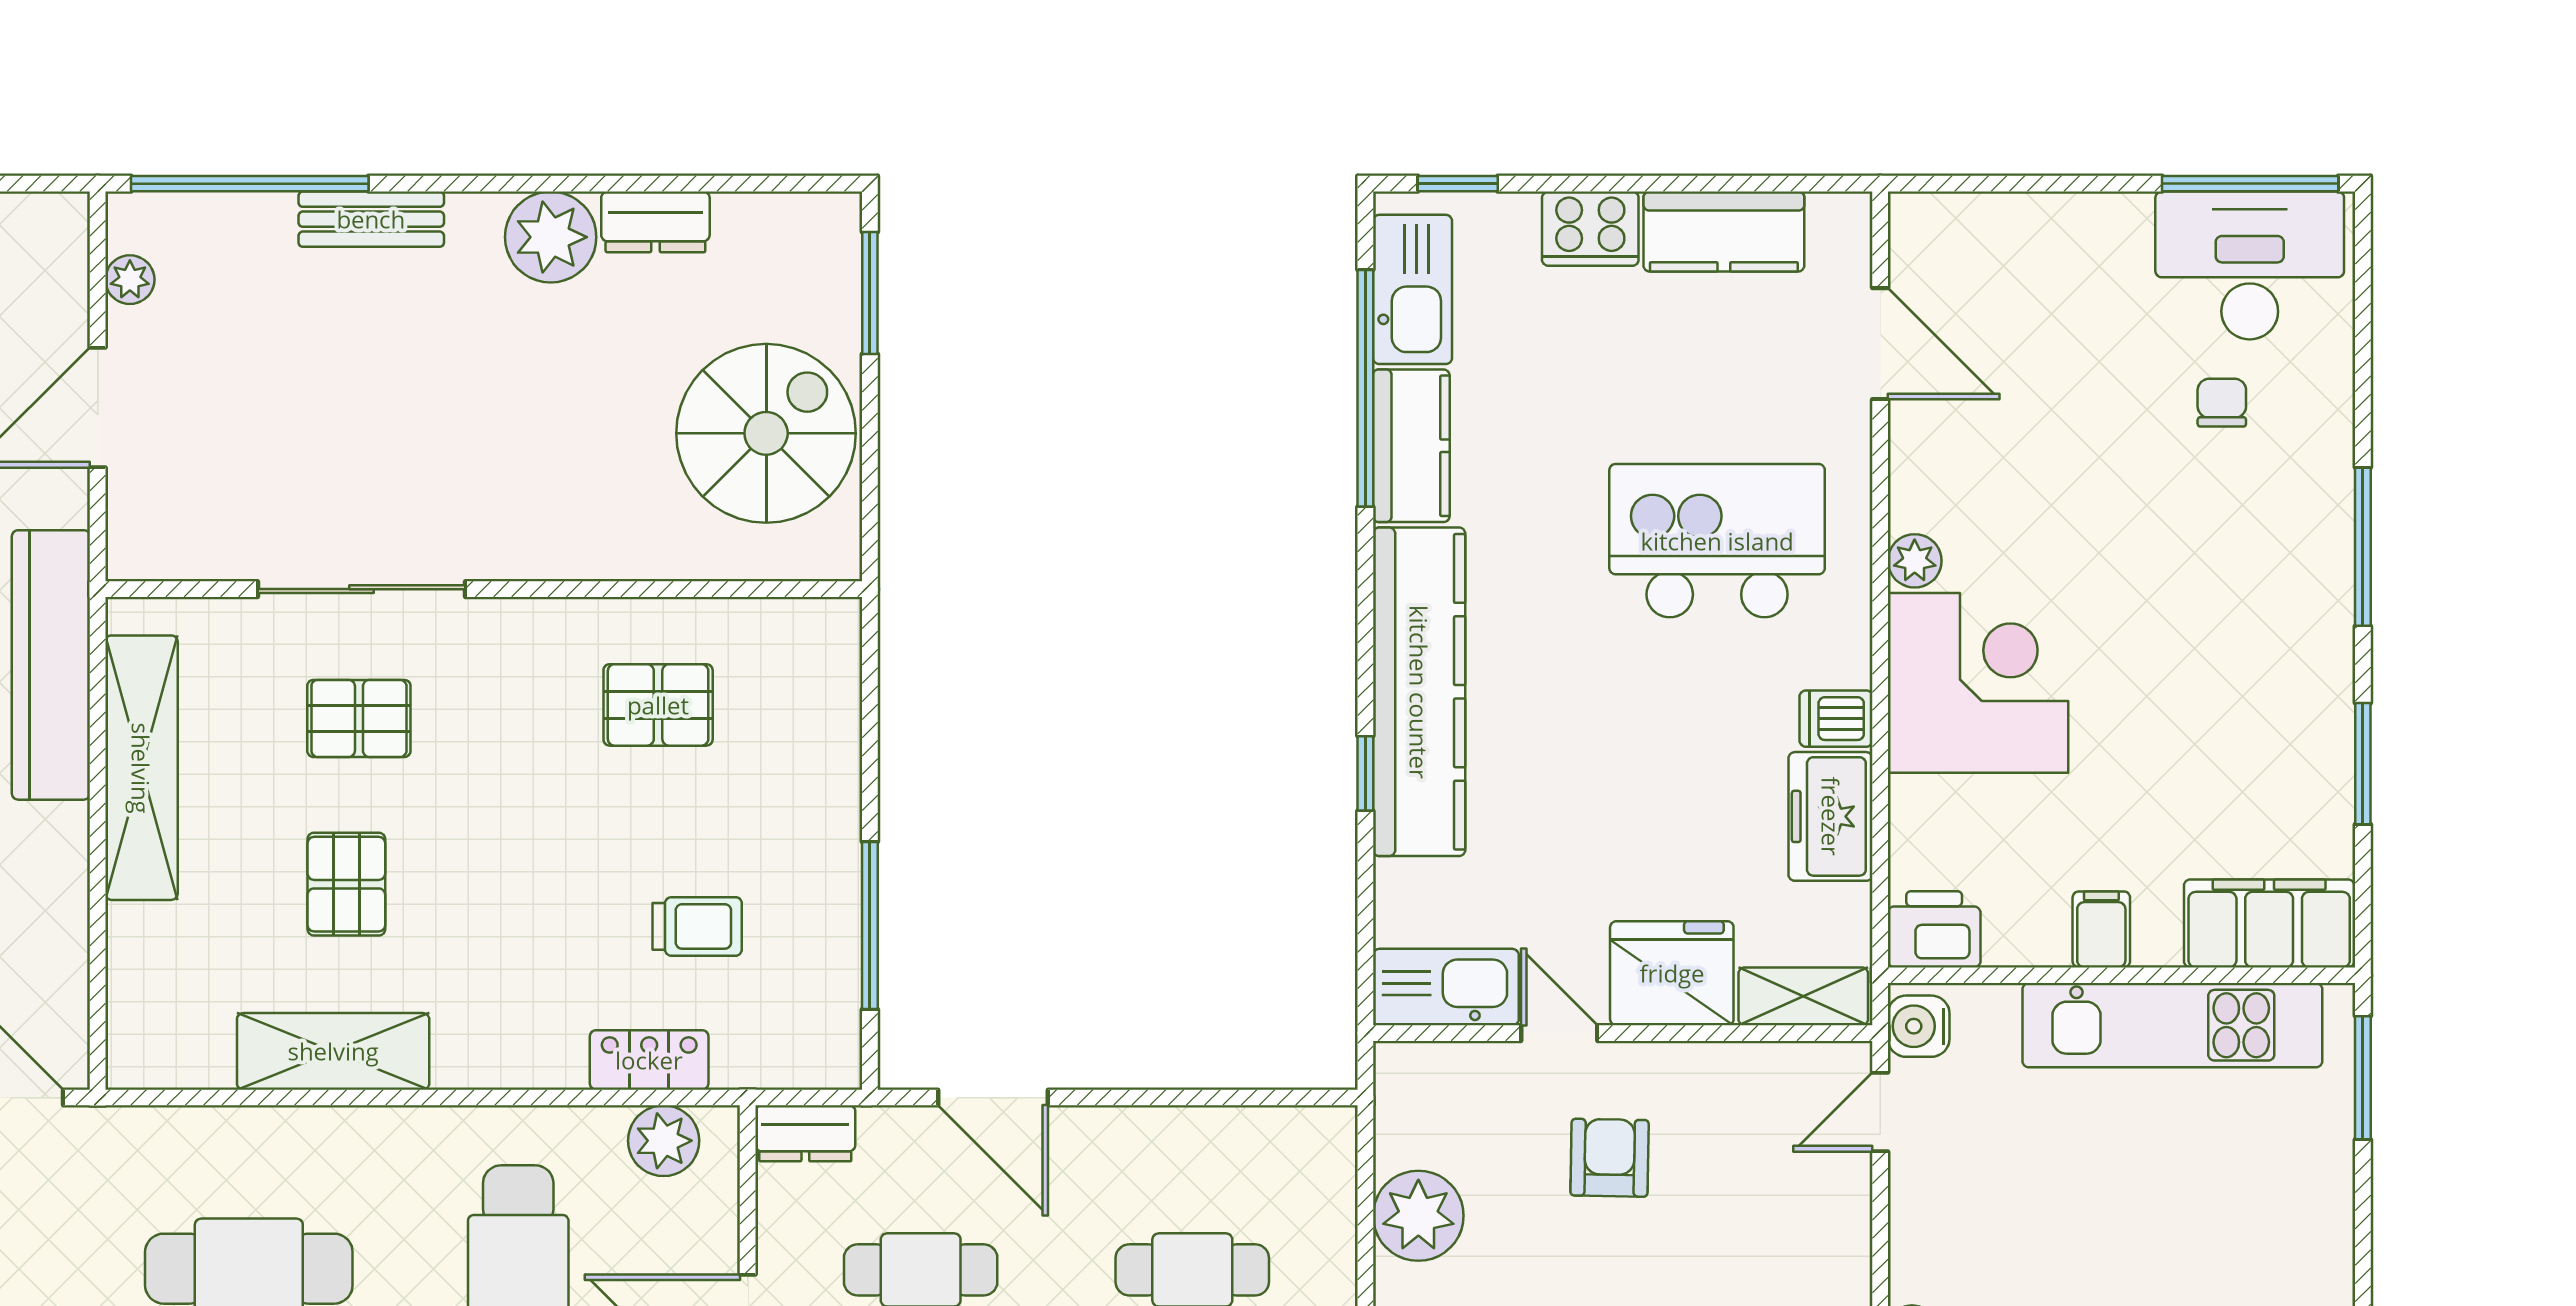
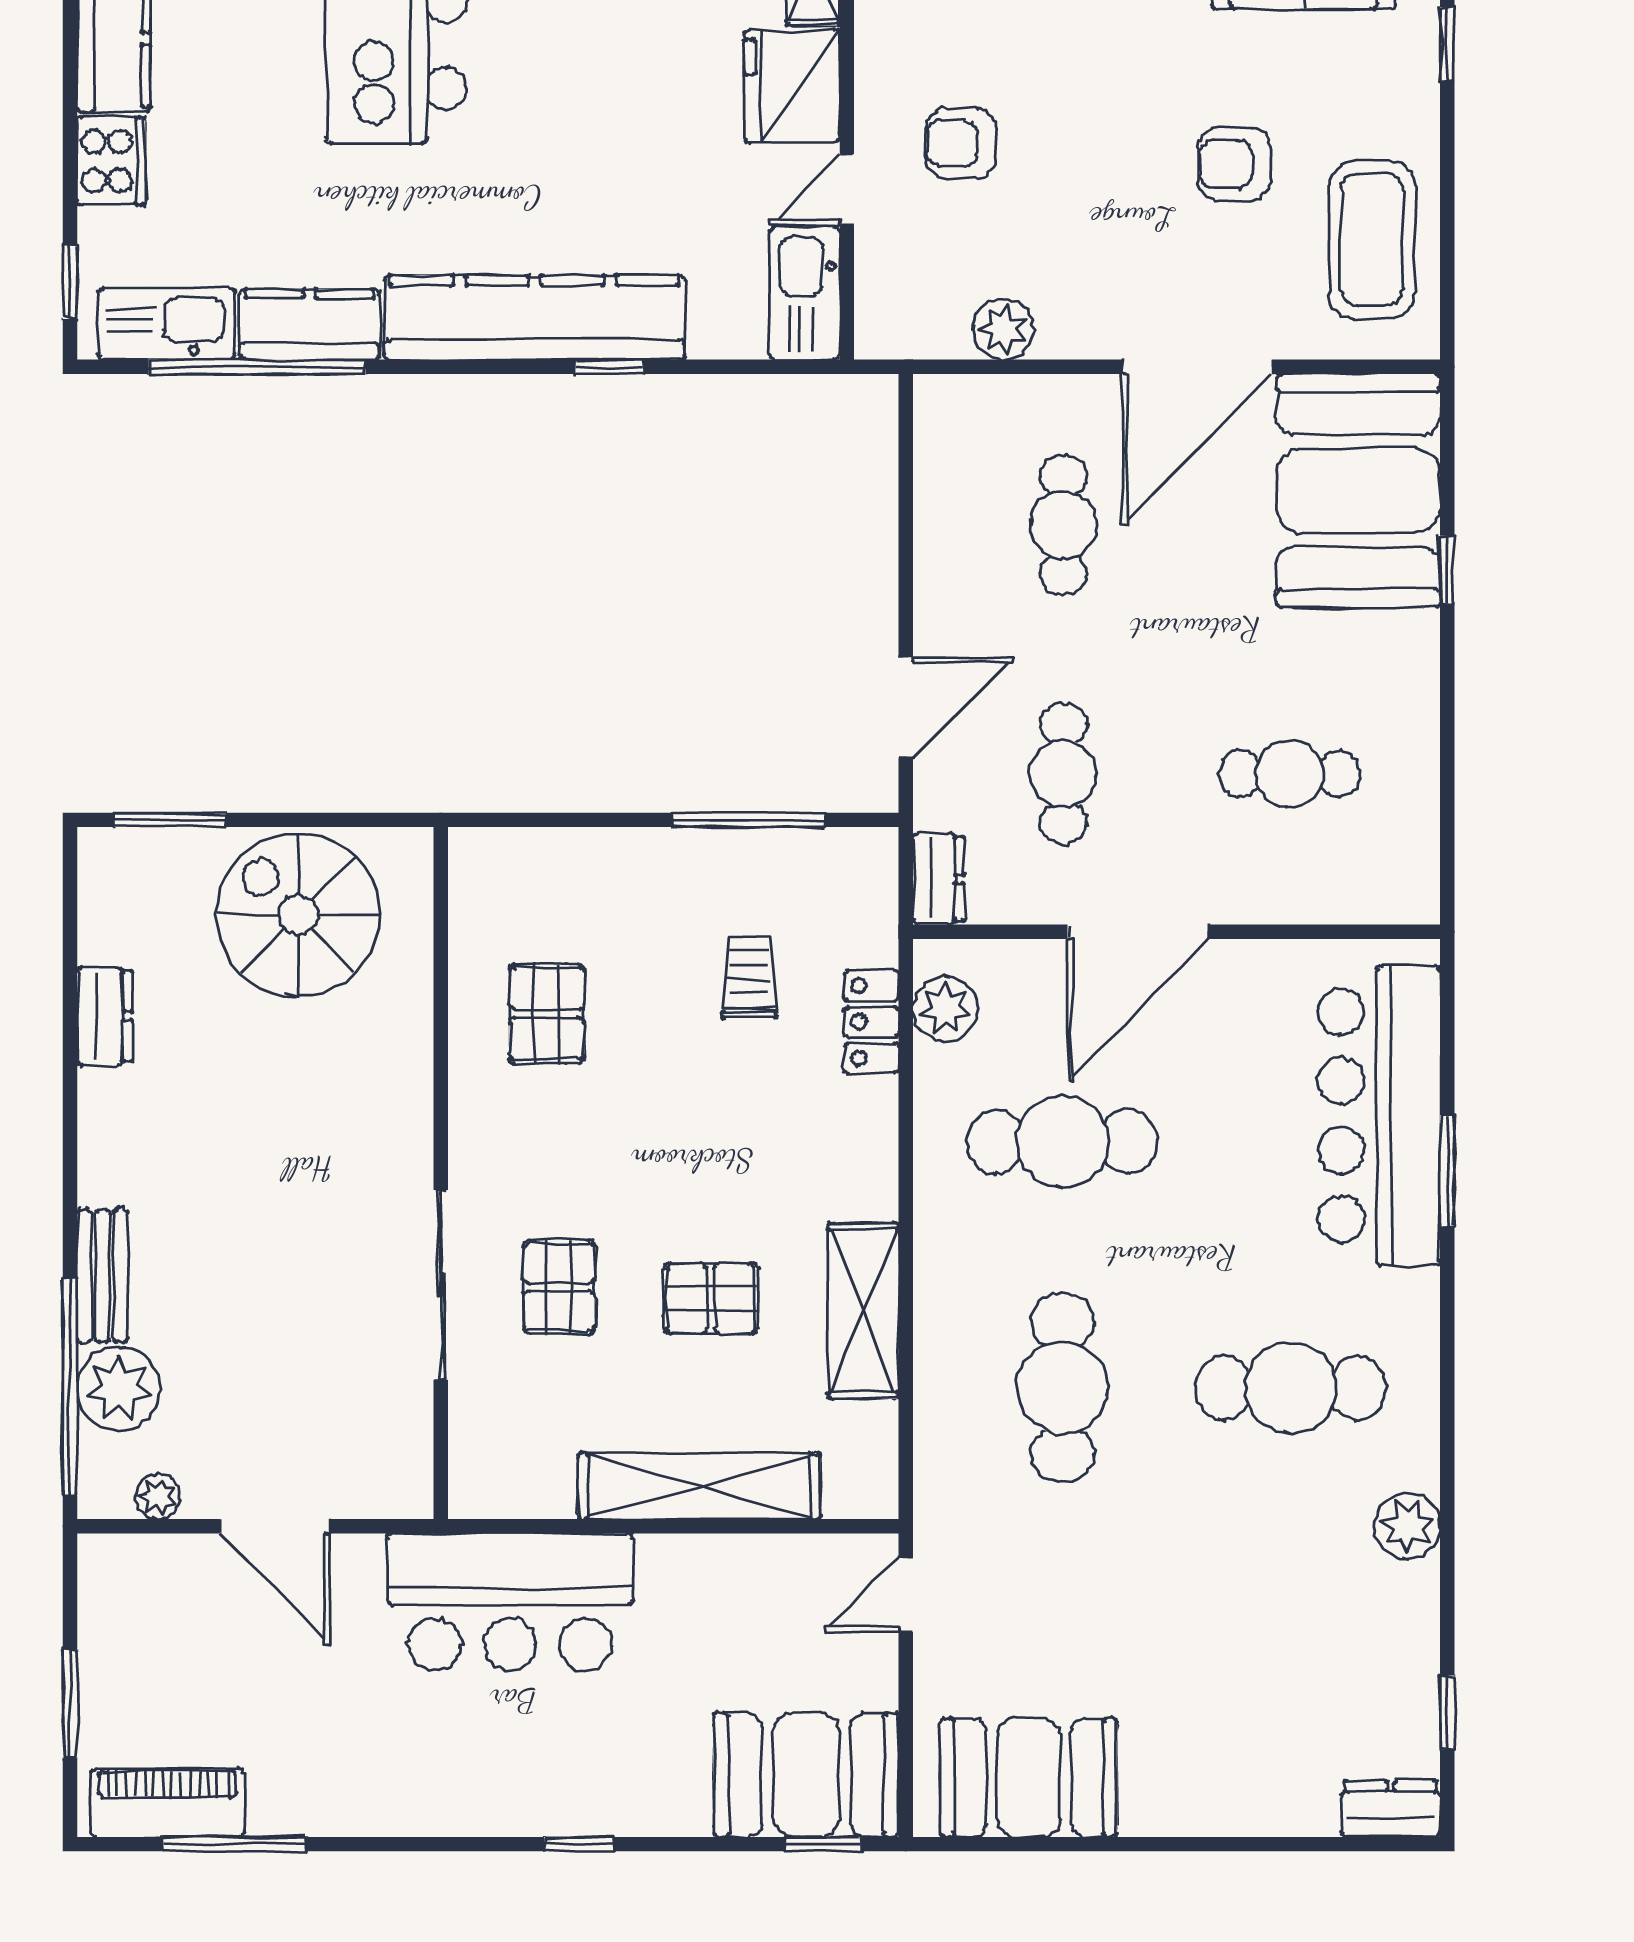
plant: (551, 237) -> (119, 1389), moved
shelving: (141, 768) -> (699, 1486), moved
plant: (1418, 1216) -> (1003, 329), width x0.73, depth x0.73

